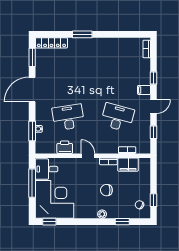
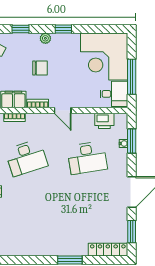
desk: (117, 117) -> (26, 158), turned -33
printer: (65, 147) -> (104, 121), moved
window: (49, 222) -> (63, 29), moved

